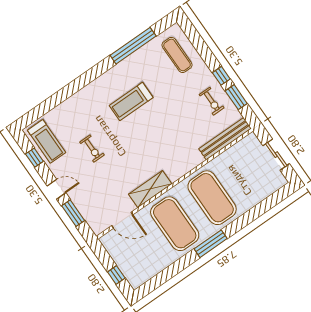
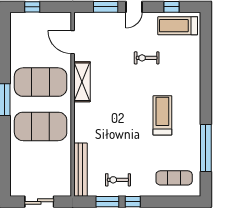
door: (122, 220) -> (73, 42), hinge flipped

